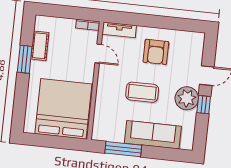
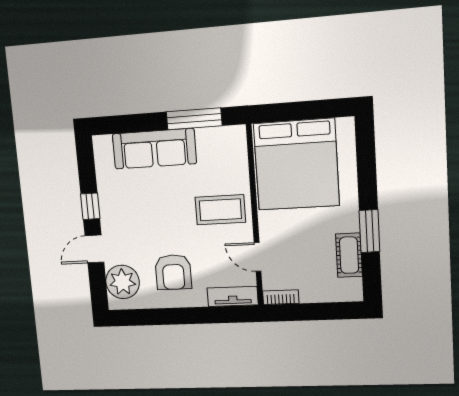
armchair: (156, 52) -> (173, 272), turned 180
coffee table: (142, 92) -> (220, 210), moved
plant: (187, 98) -> (123, 282), moved

